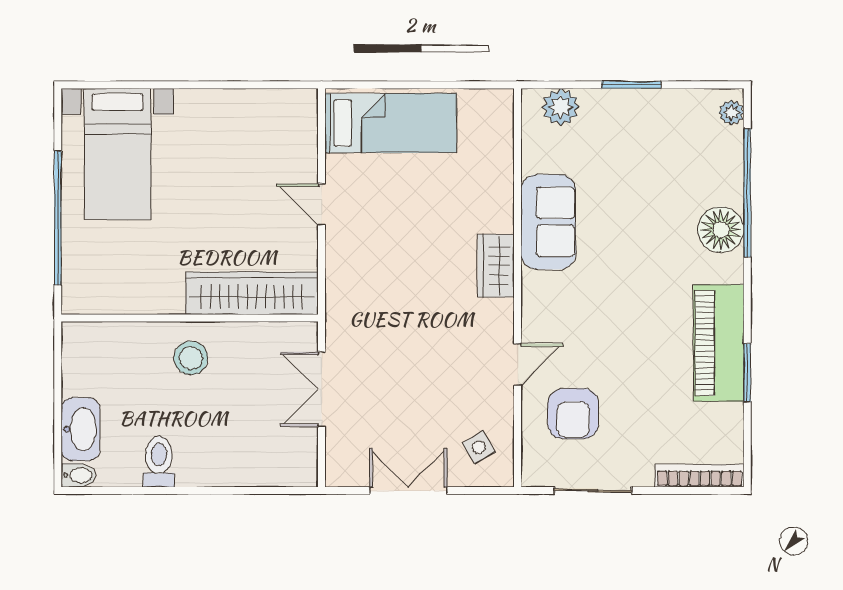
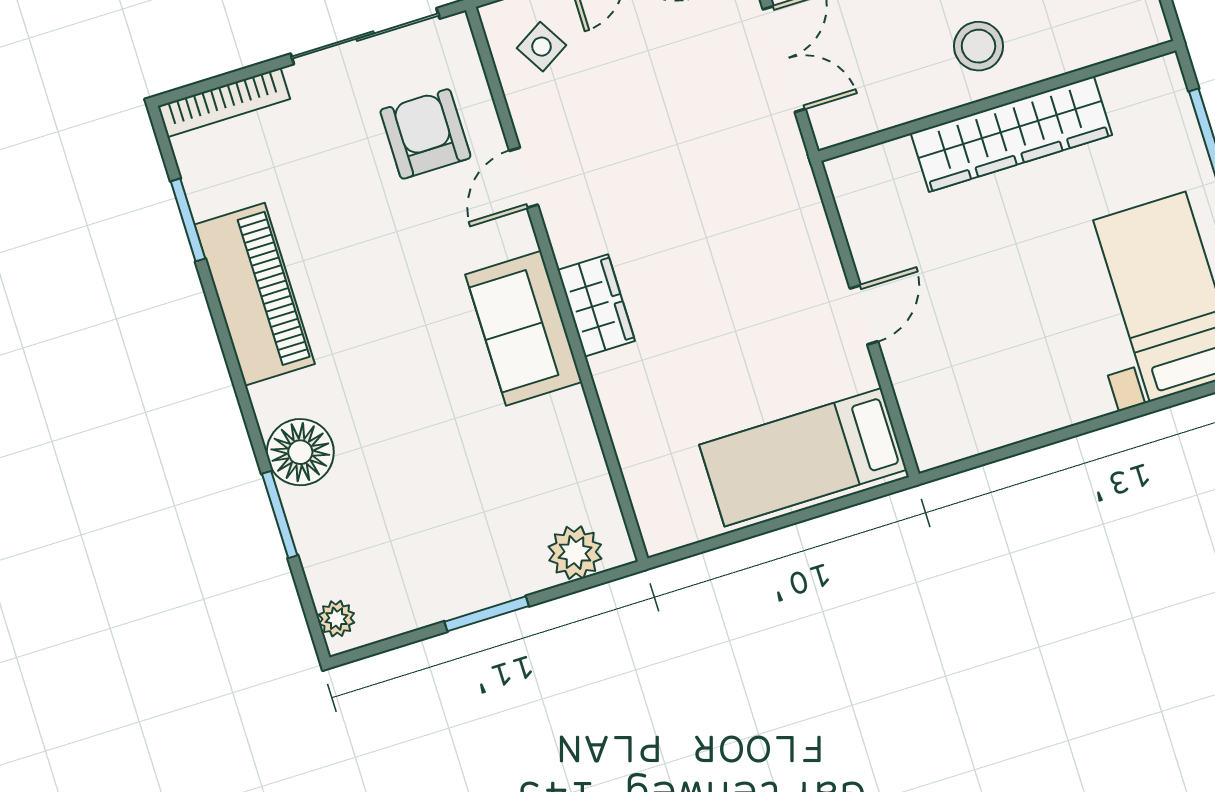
window: (747, 193) -> (280, 515), width x0.47
door: (321, 204) -> (864, 315), hinge flipped
sofa: (548, 222) -> (524, 328), moved
wardrobe: (252, 293) -> (1011, 134), moved
window: (747, 373) -> (188, 220), moved
sliding door: (593, 490) -> (365, 36), width x1.37

